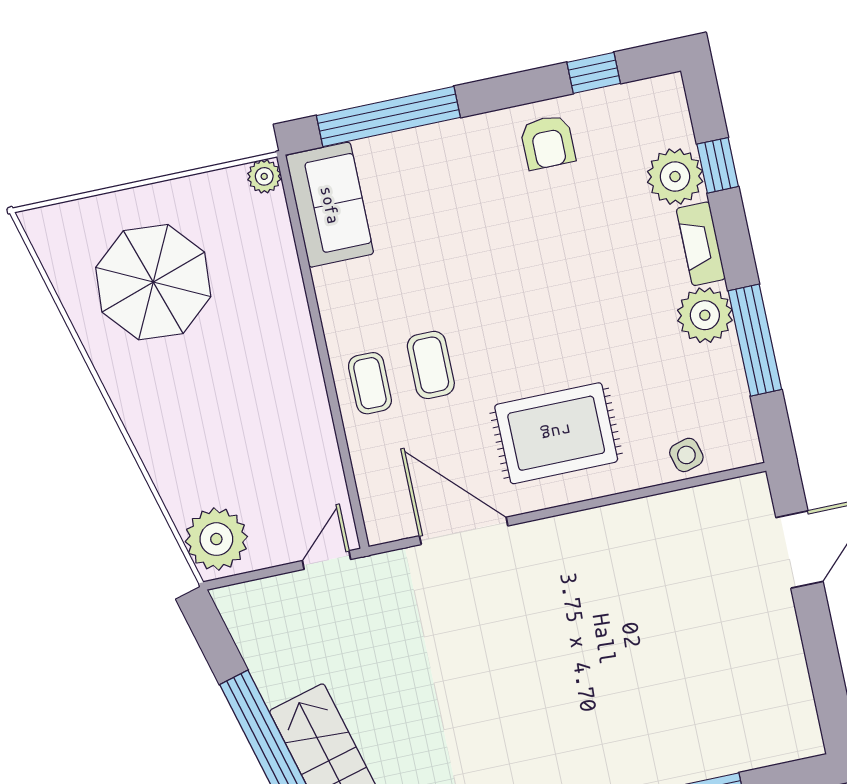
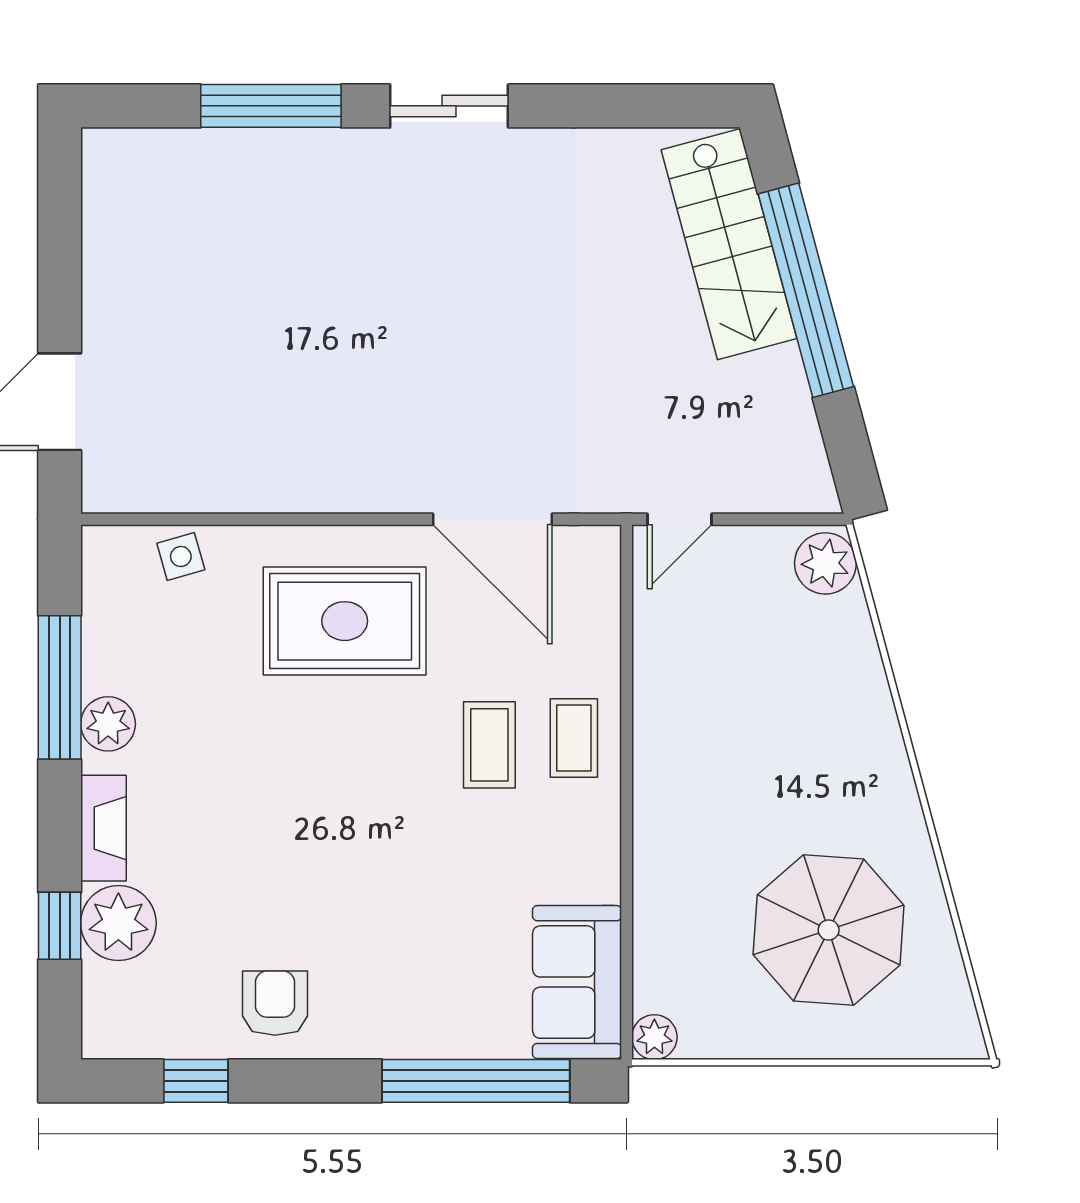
plant: (705, 315) -> (108, 724), width x0.73, depth x0.73
plant: (216, 539) -> (825, 563), width x0.73, depth x0.73

